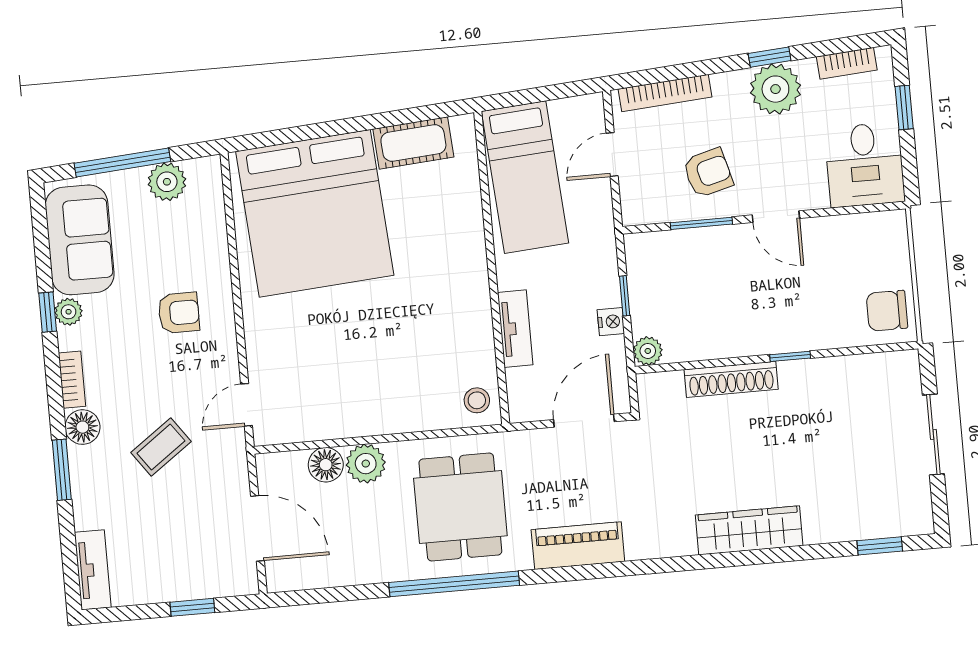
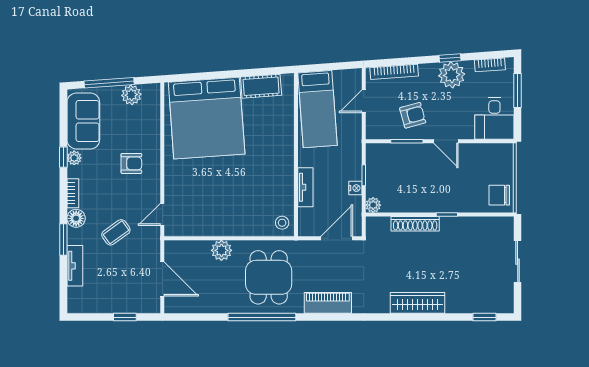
window: (904, 108) -> (518, 90), width x1.50
floor lamp: (326, 465) -> (201, 249), removed
tv unit: (93, 570) -> (75, 266), moved

